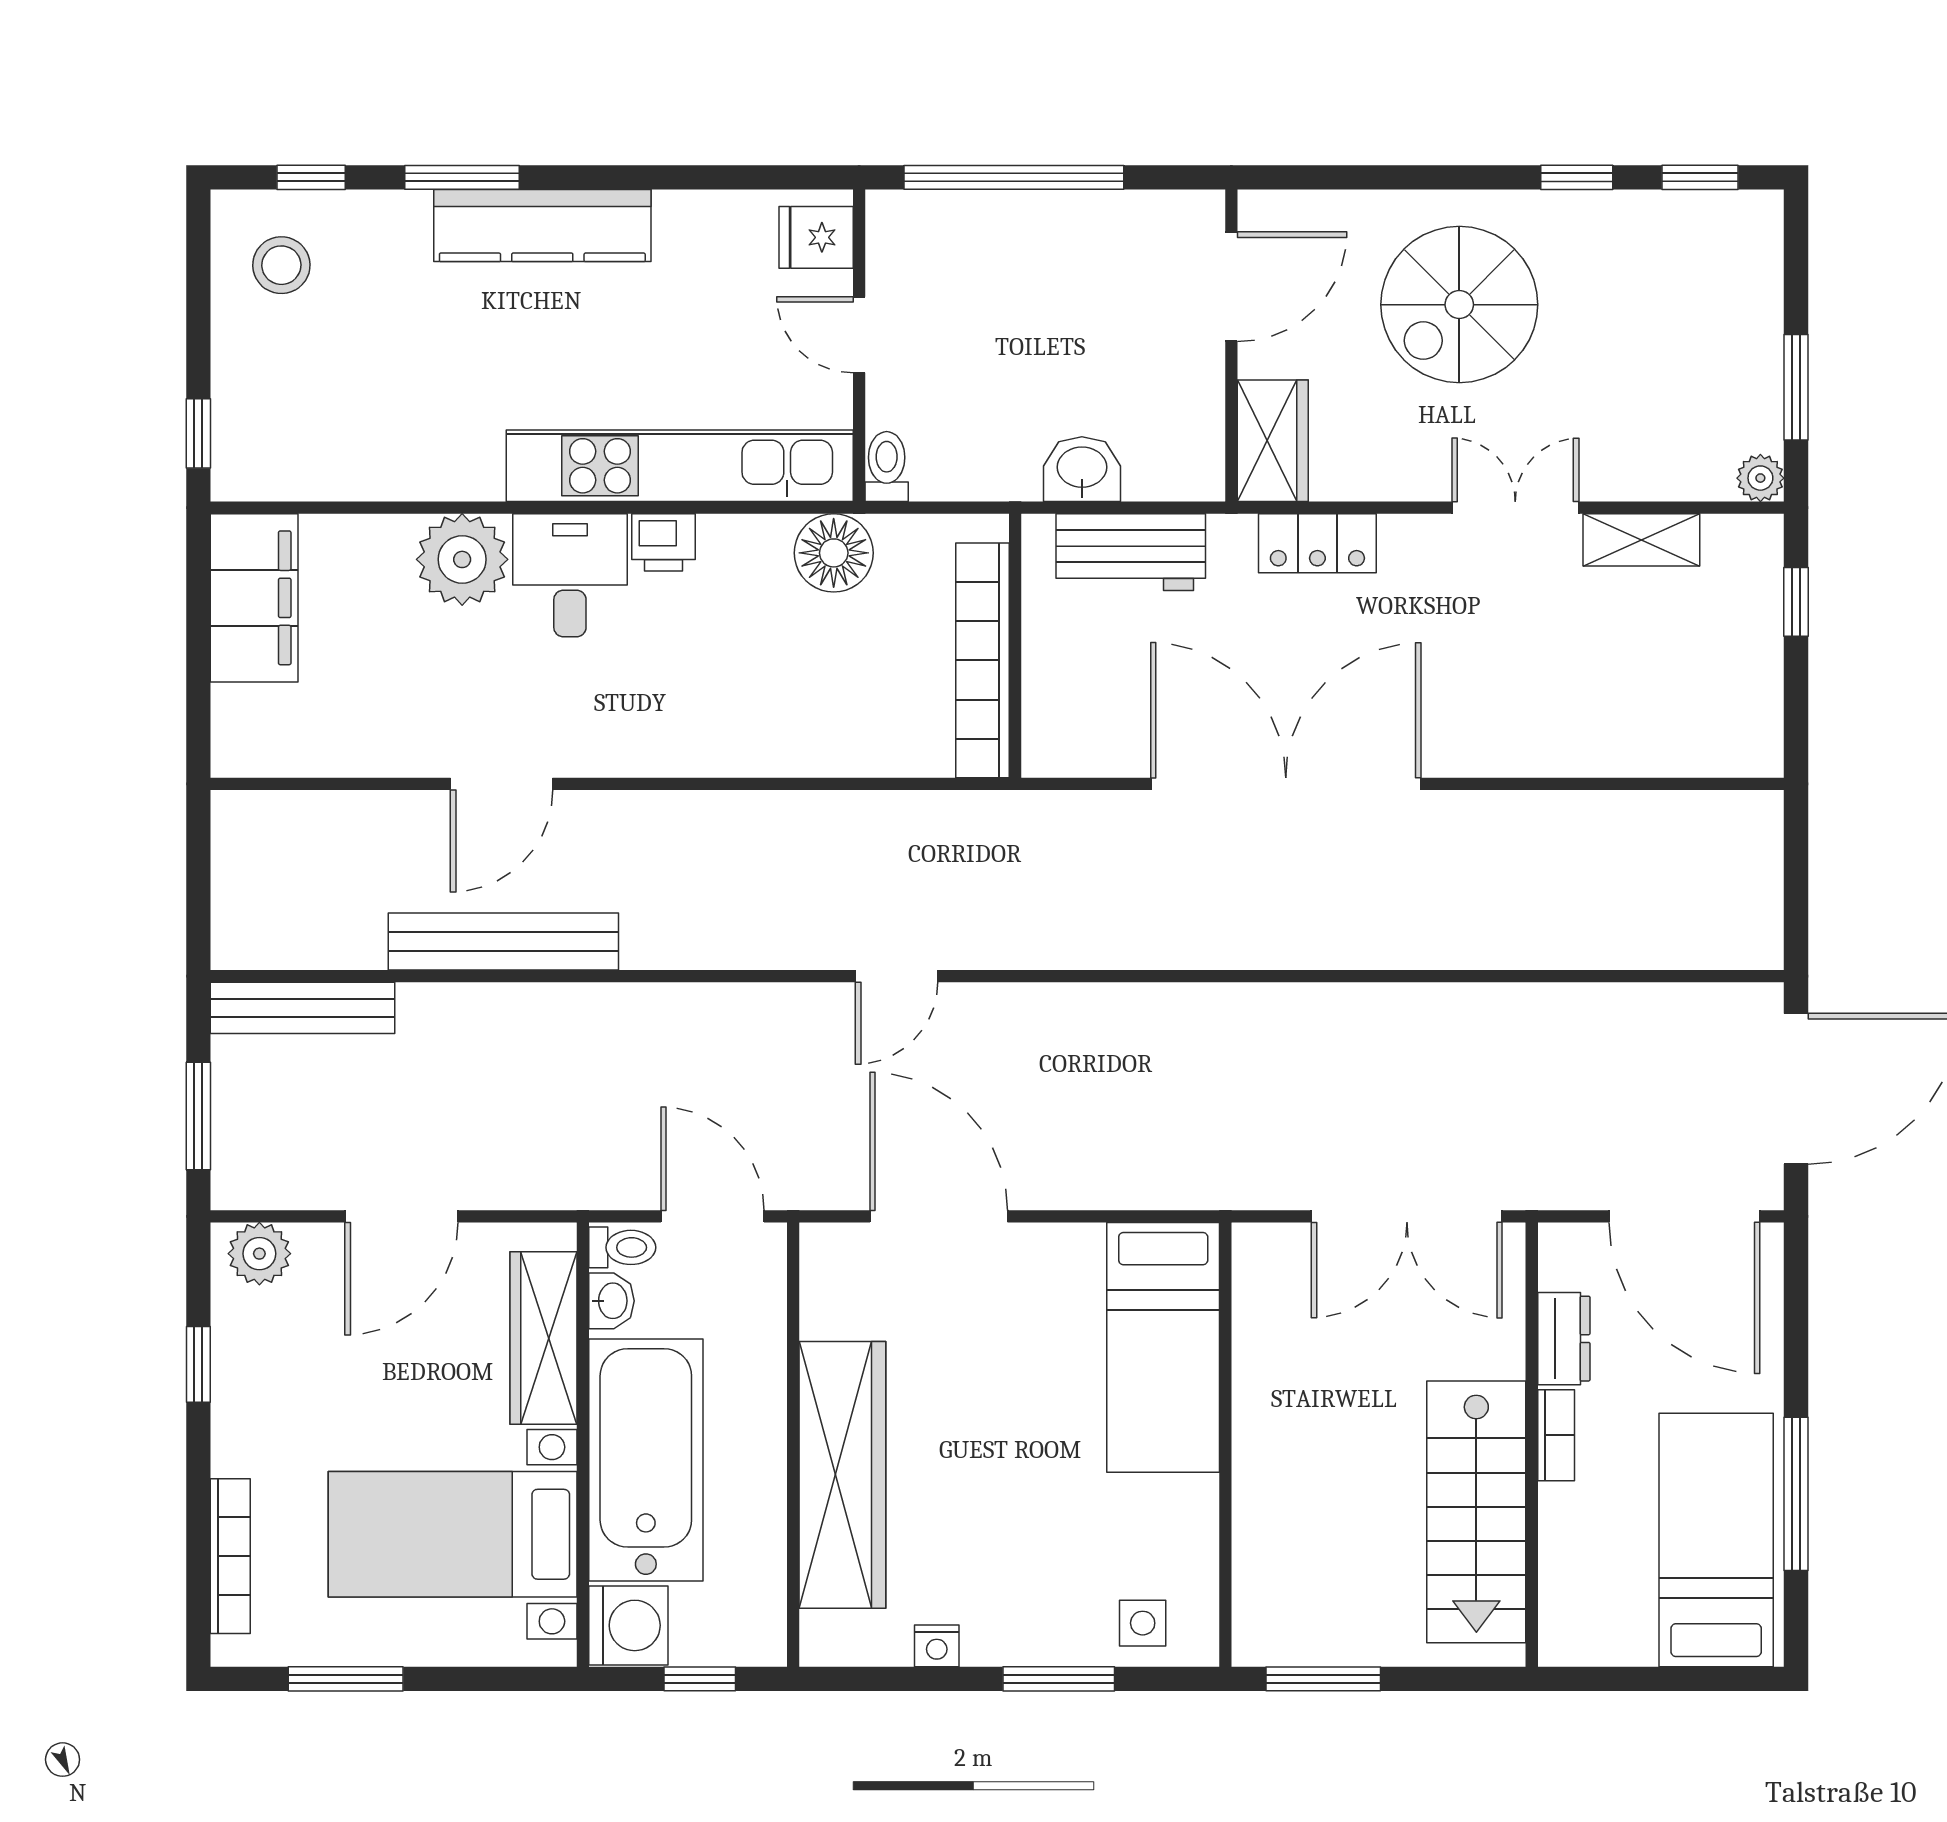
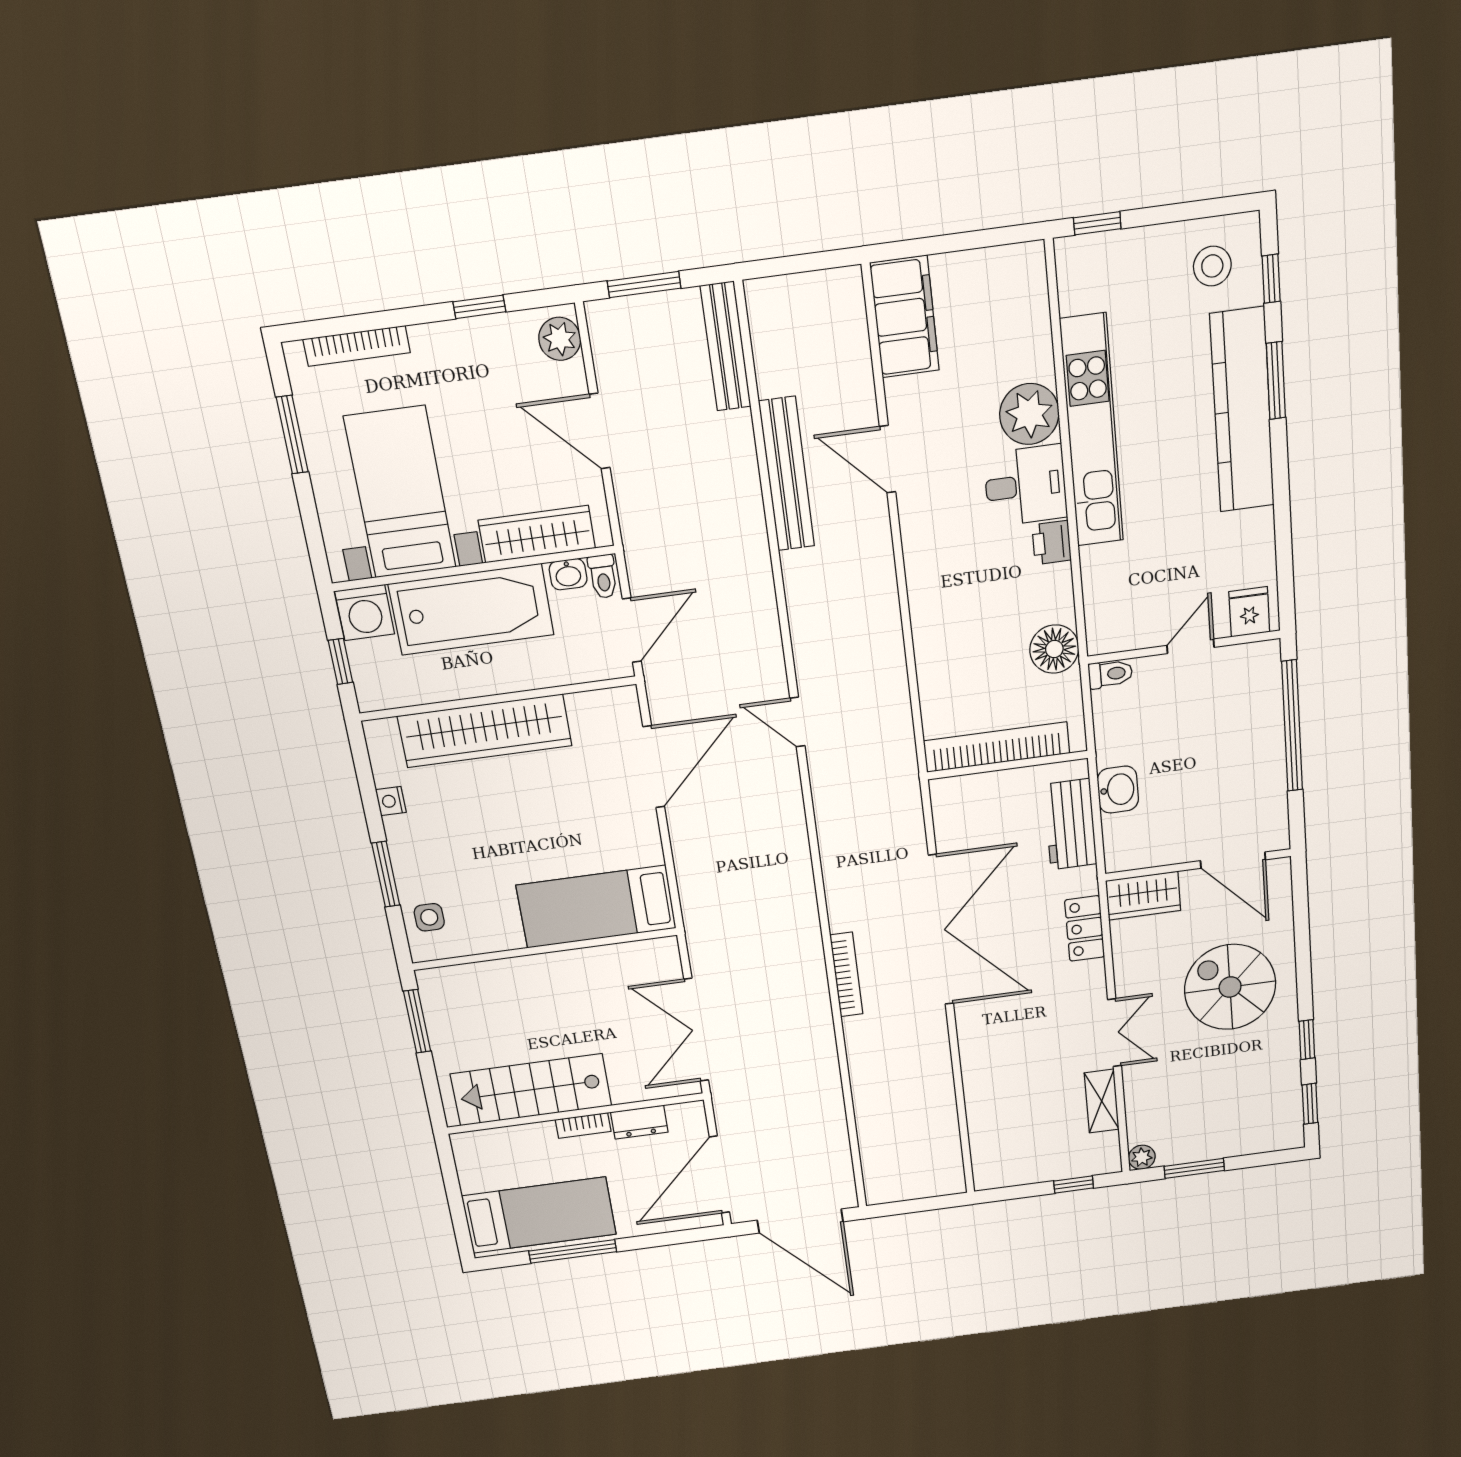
kitchen counter: (542, 225) -> (1242, 410), width x1.39, depth x1.17
kitchen unit: (680, 466) -> (1092, 431), moved
filing cabinet: (254, 598) -> (905, 317), moved, turned -90
bookcase: (1343, 951) -> (846, 975), added

